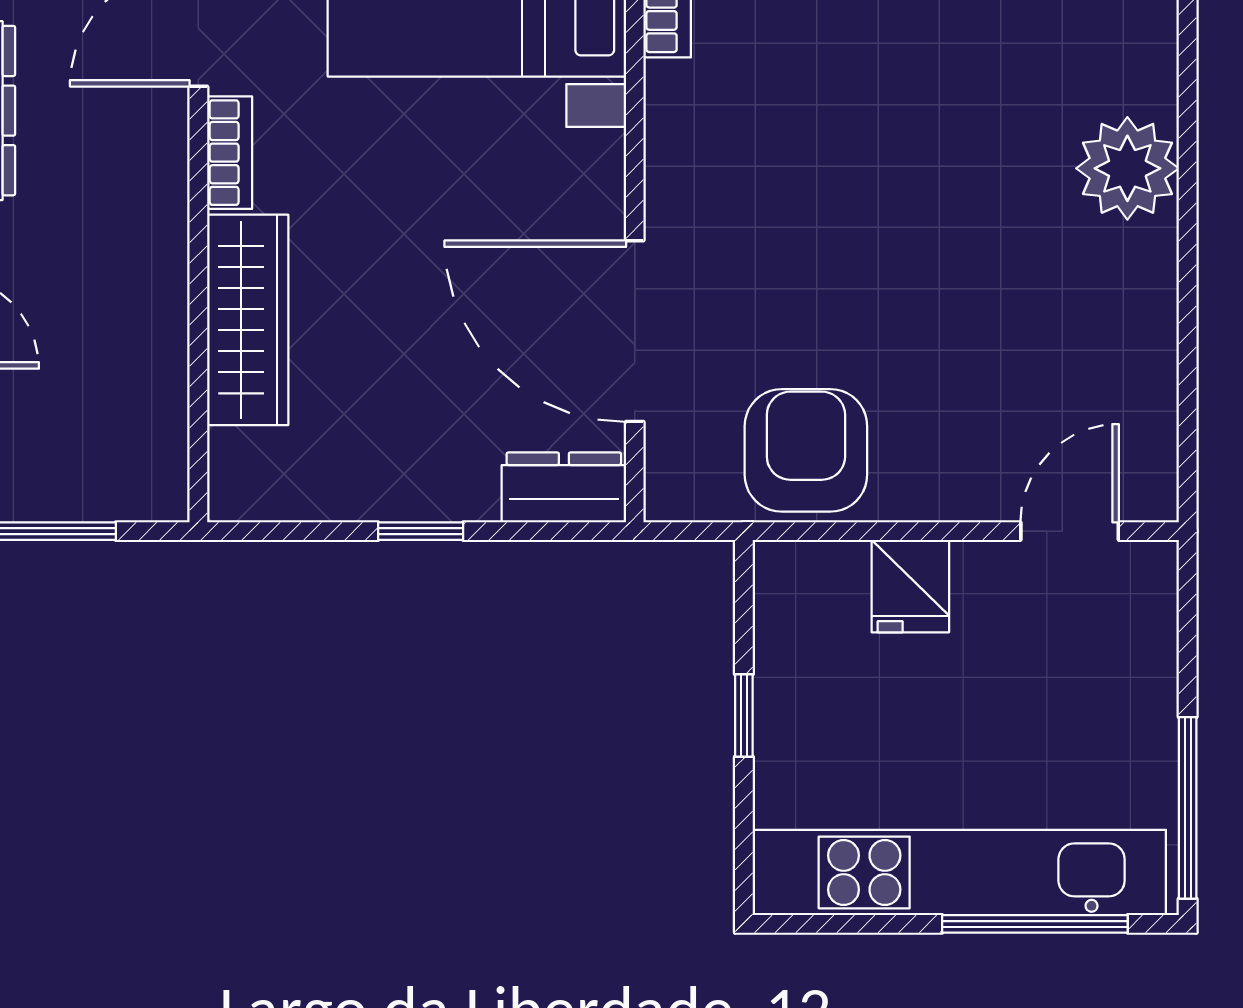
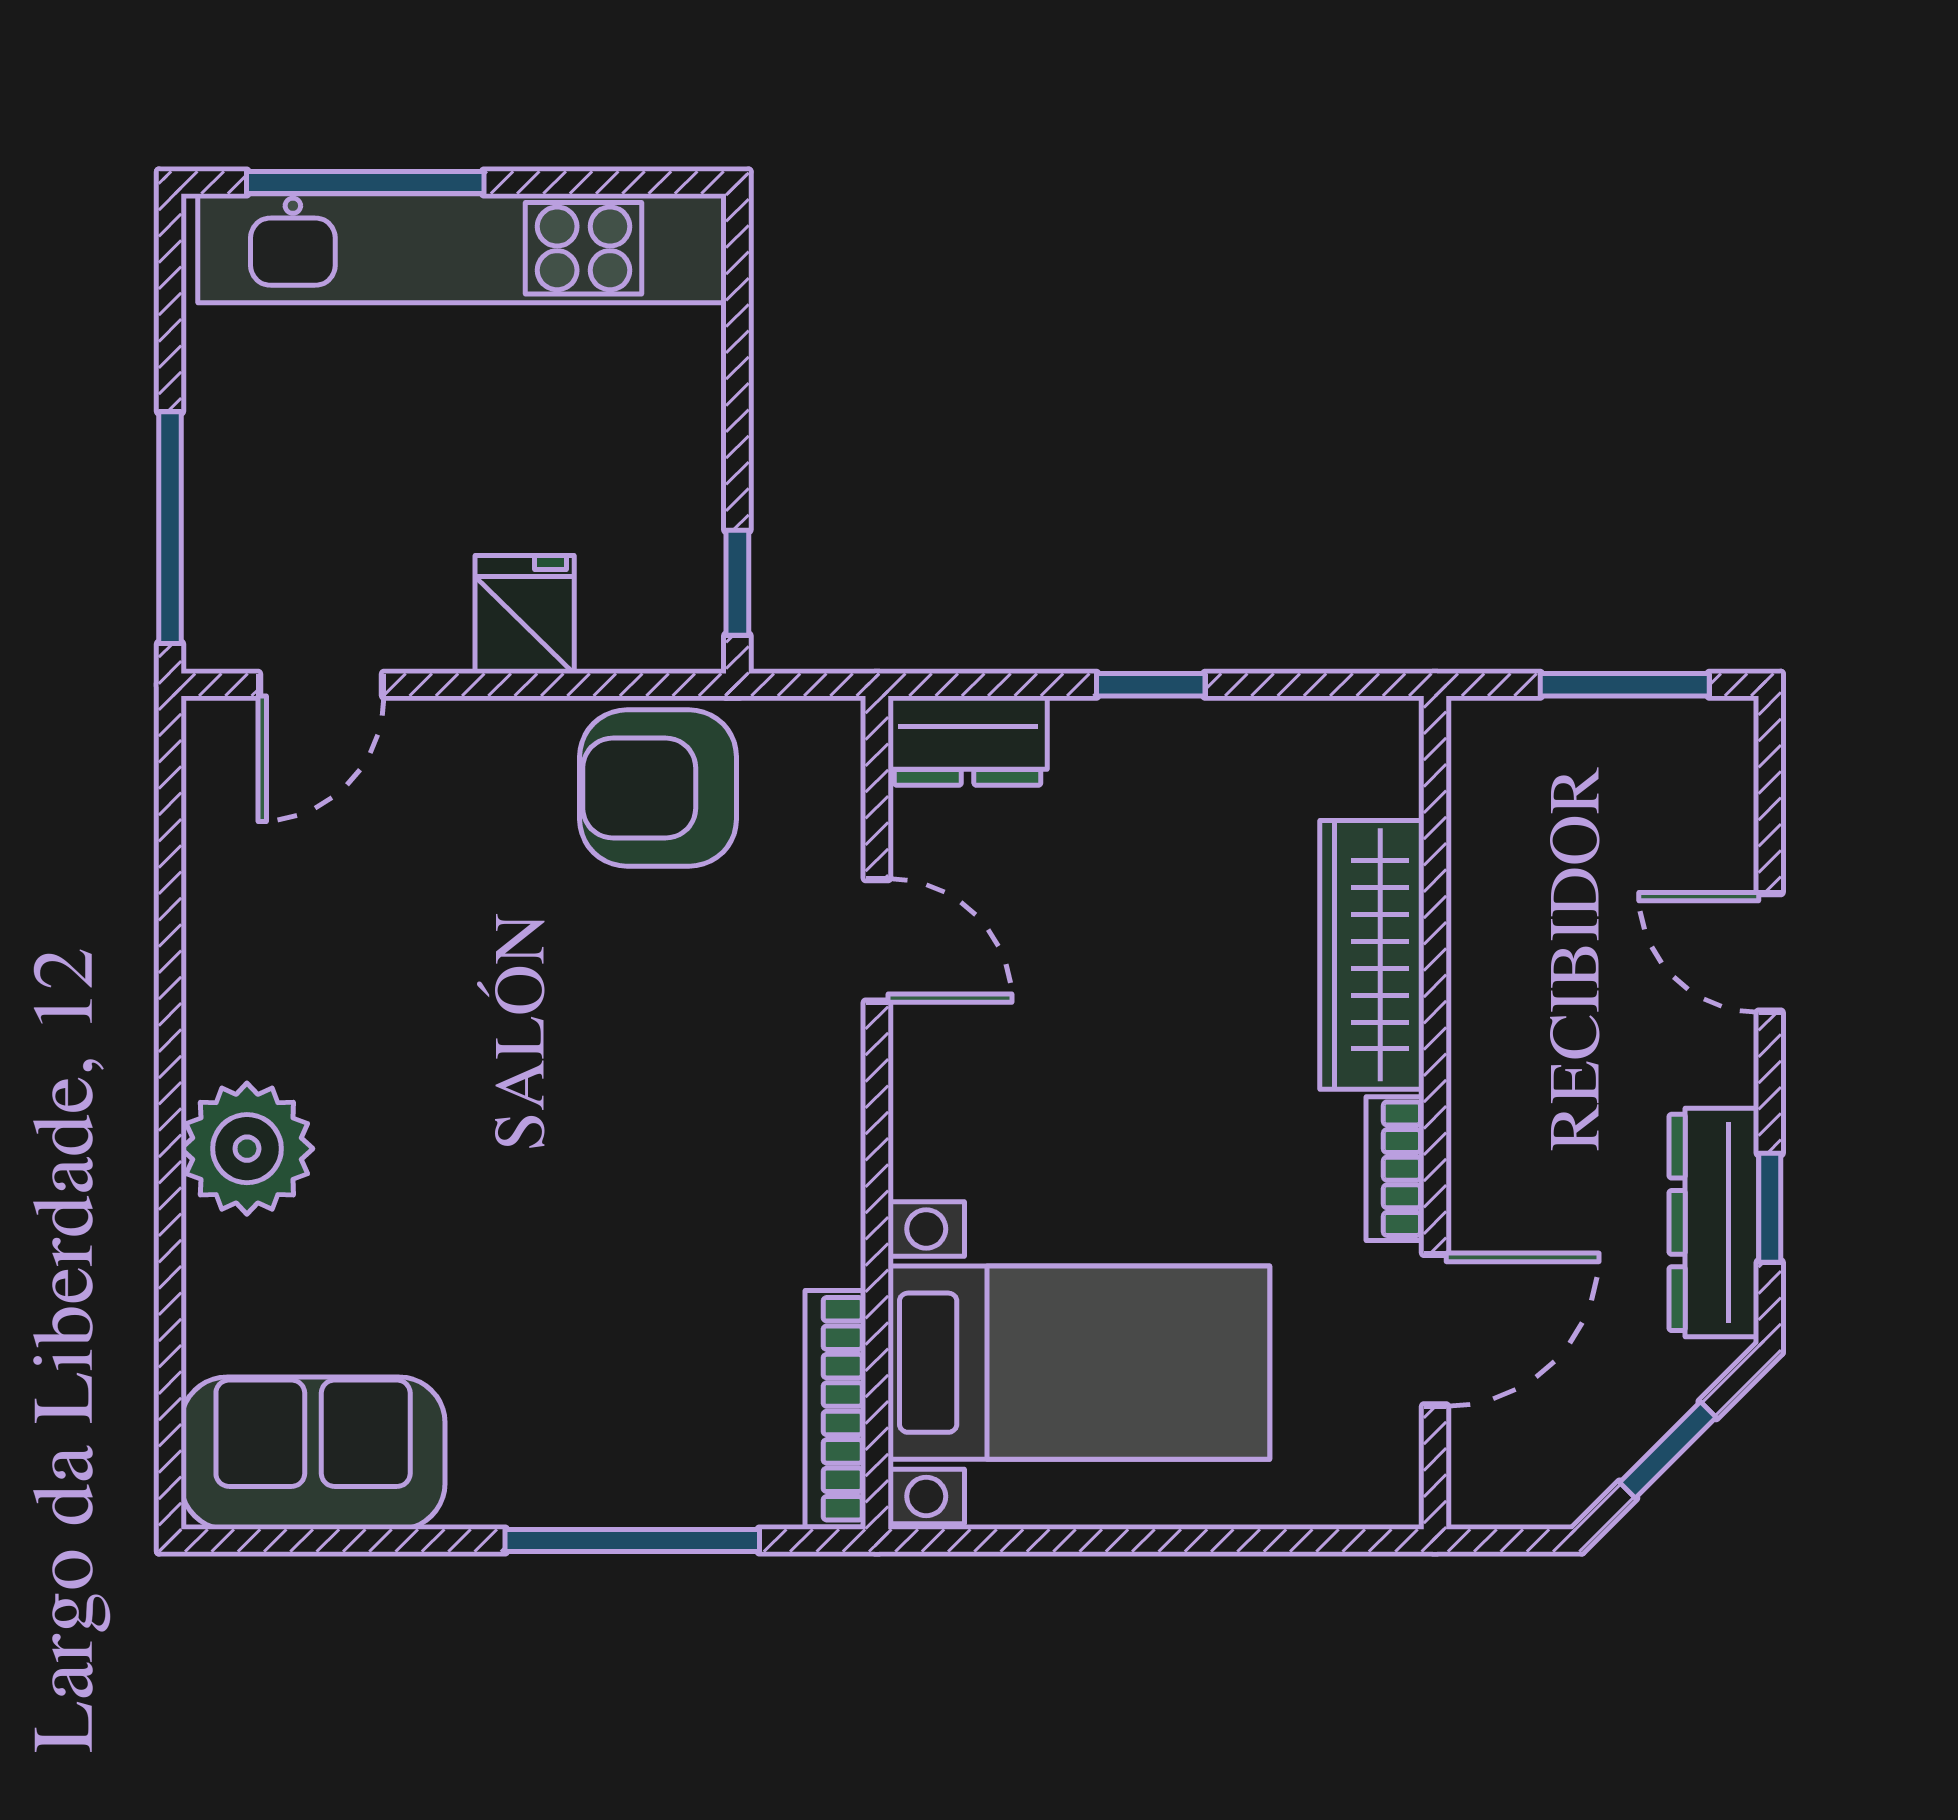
door: (635, 331) -> (877, 940), width x0.53
armchair: (806, 450) -> (658, 788), turned 90
window: (744, 715) -> (737, 583), moved
window: (1188, 808) -> (170, 528), moved

